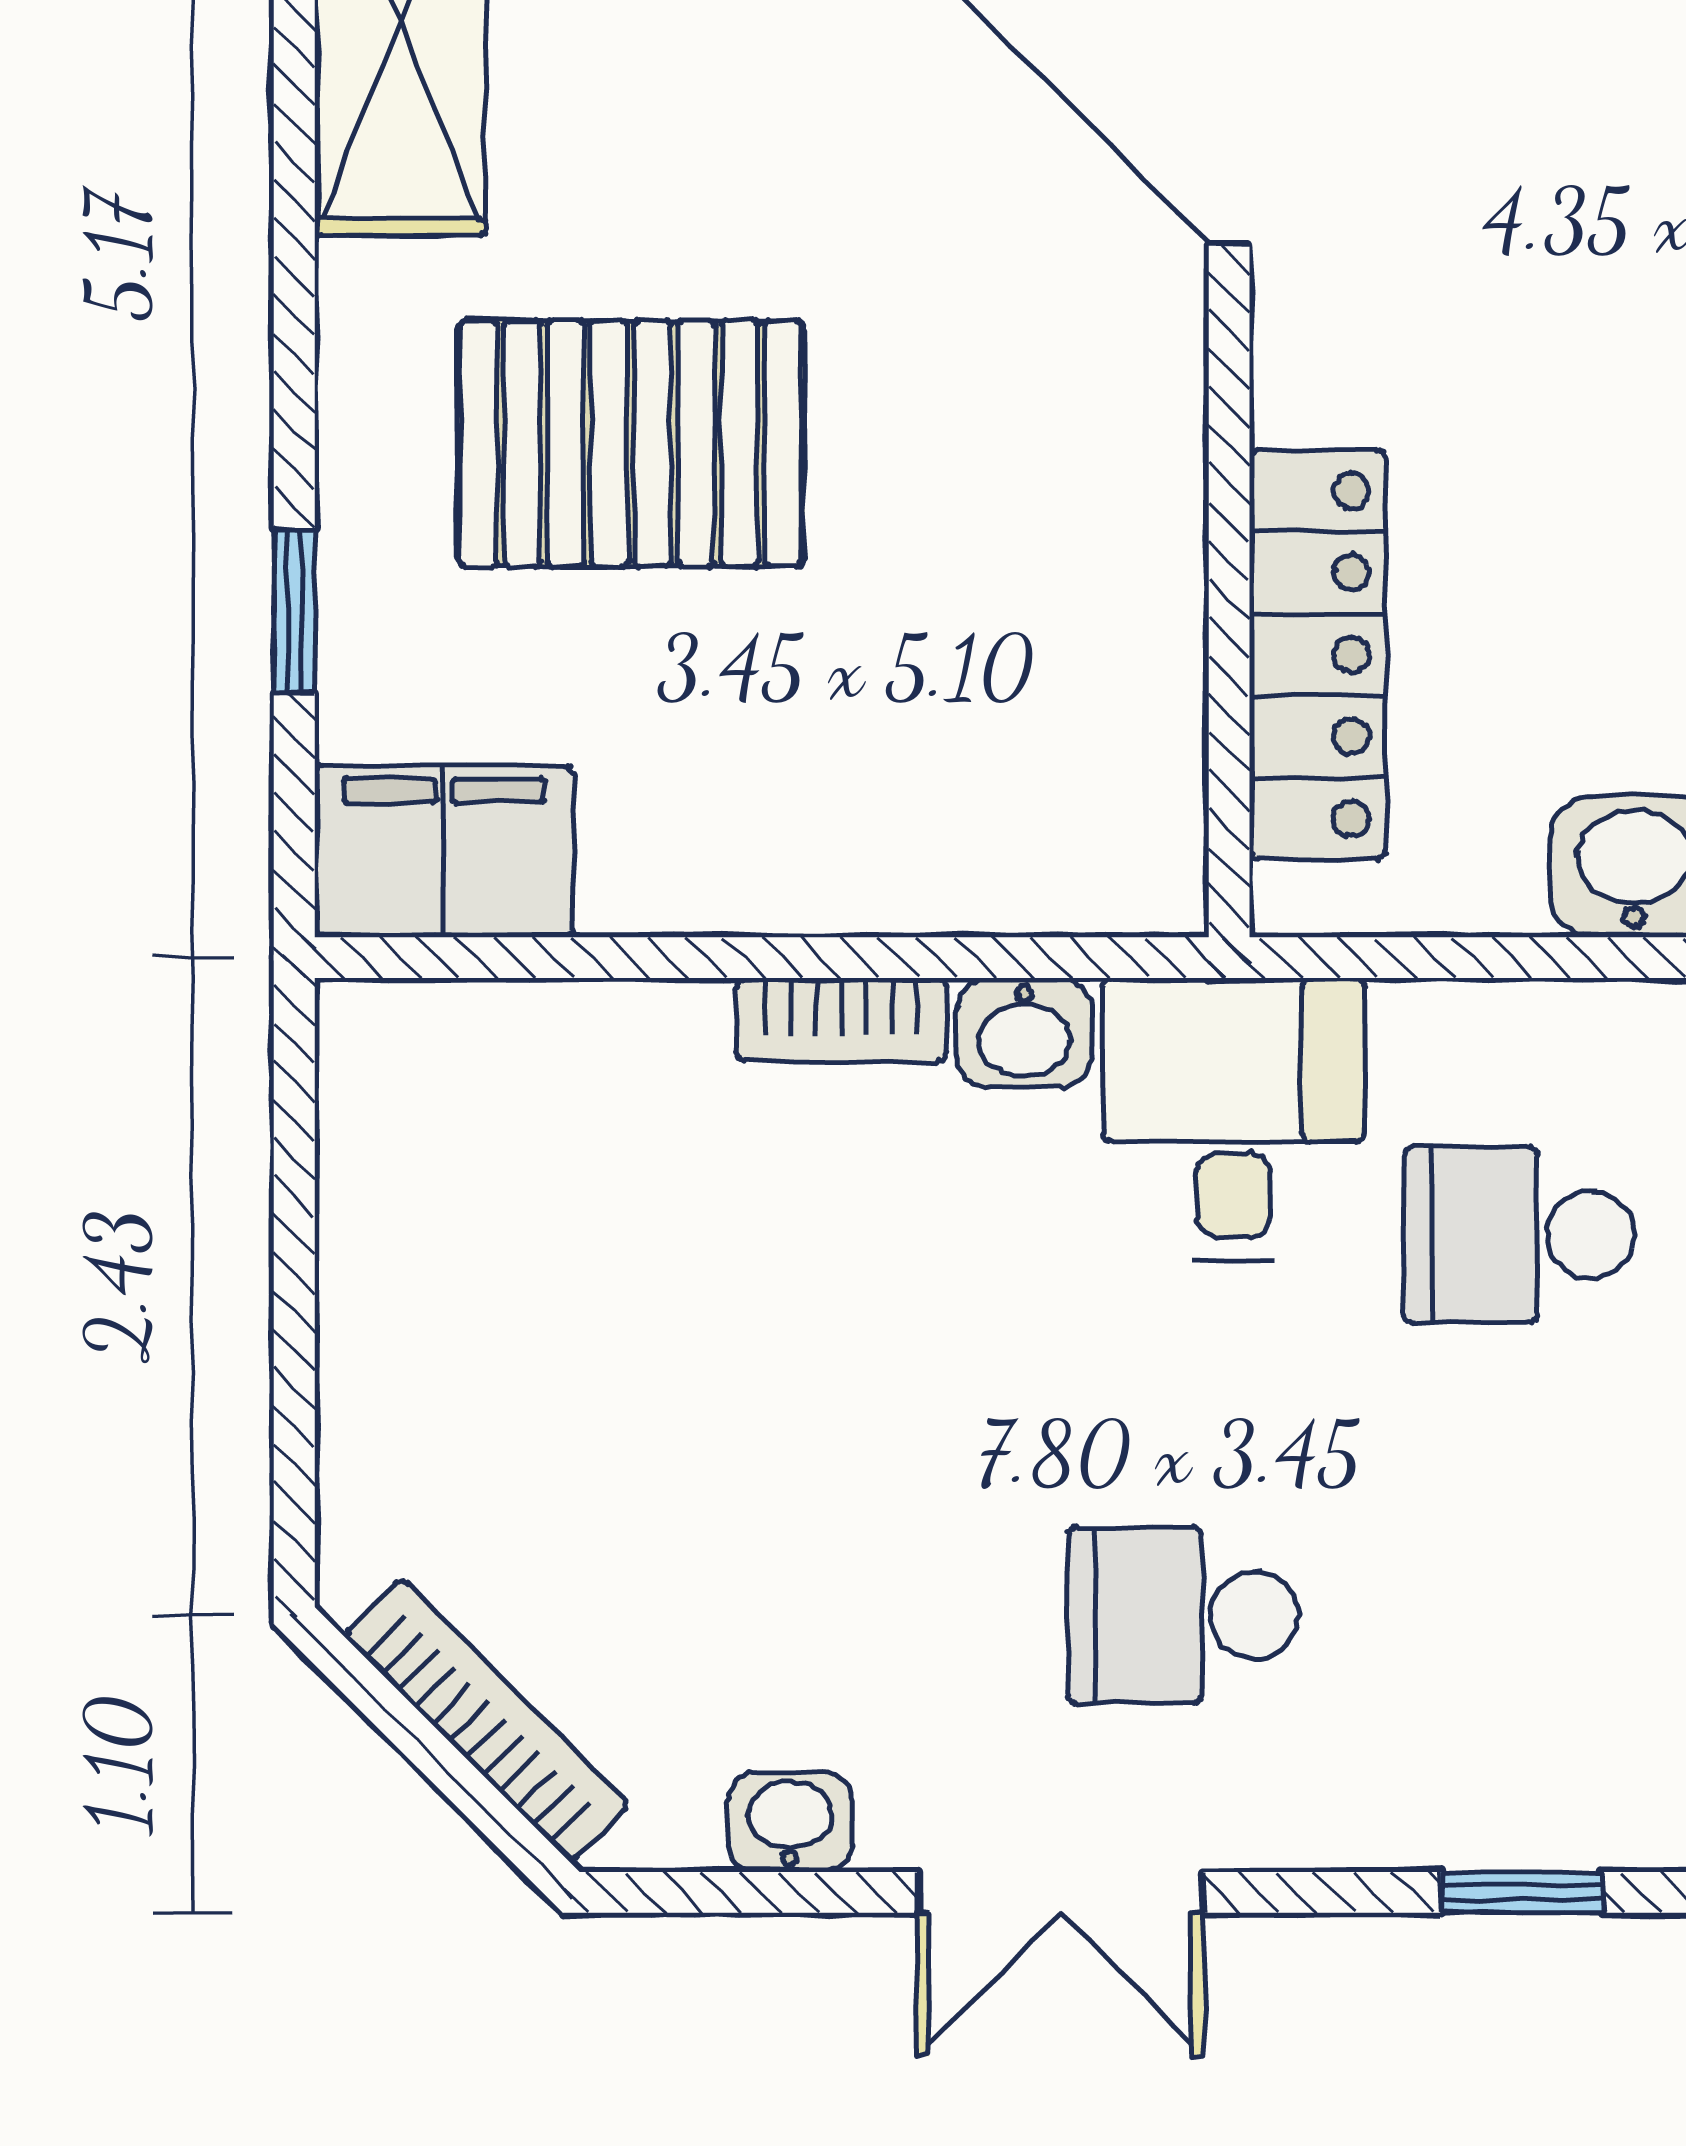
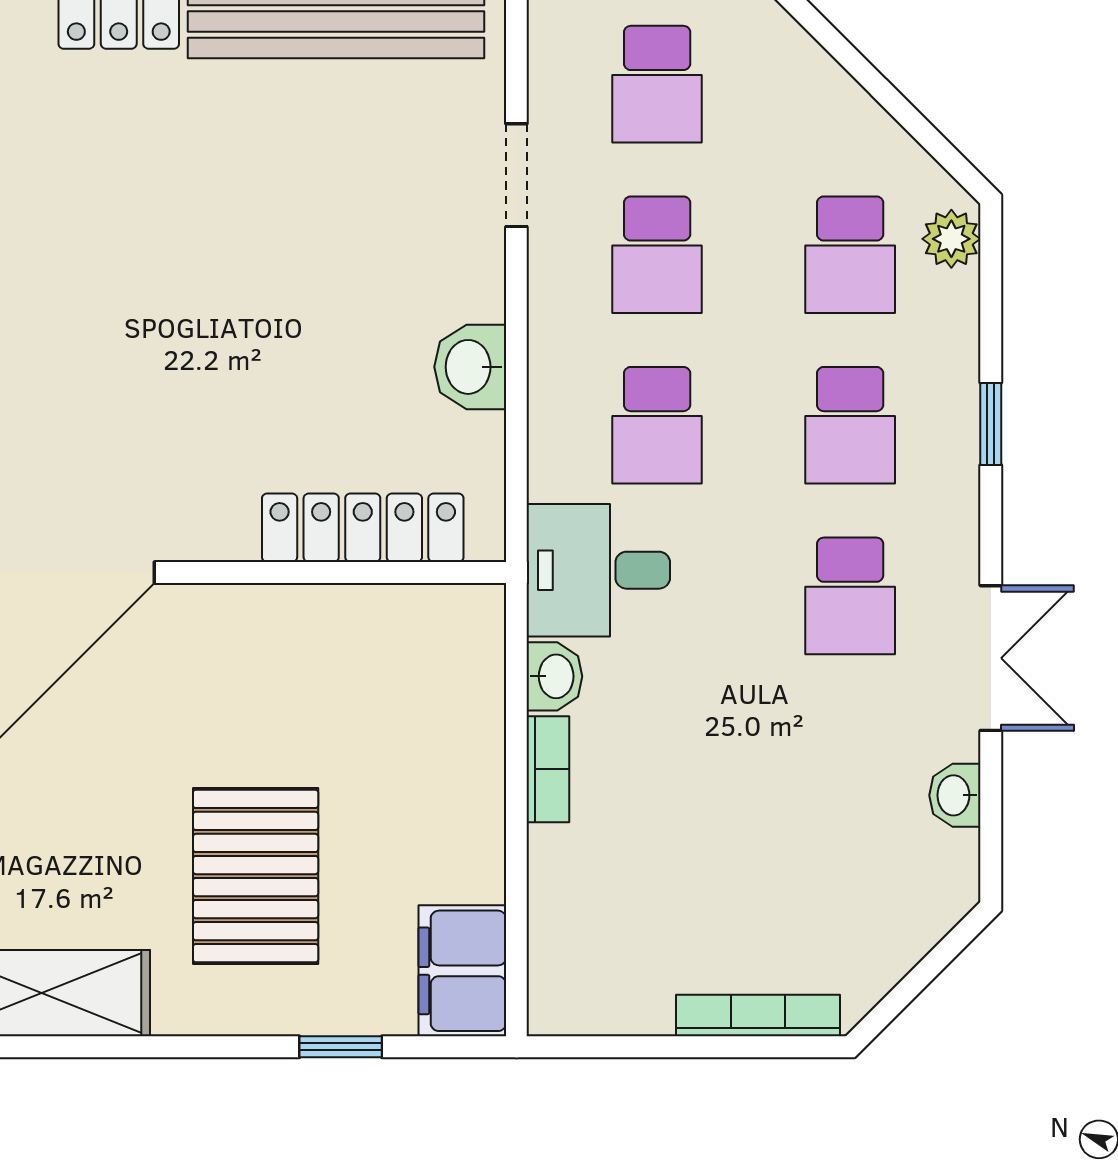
school desk: (1519, 1615) -> (850, 425), added
bookcase: (486, 1720) -> (758, 1016), moved, turned 45

